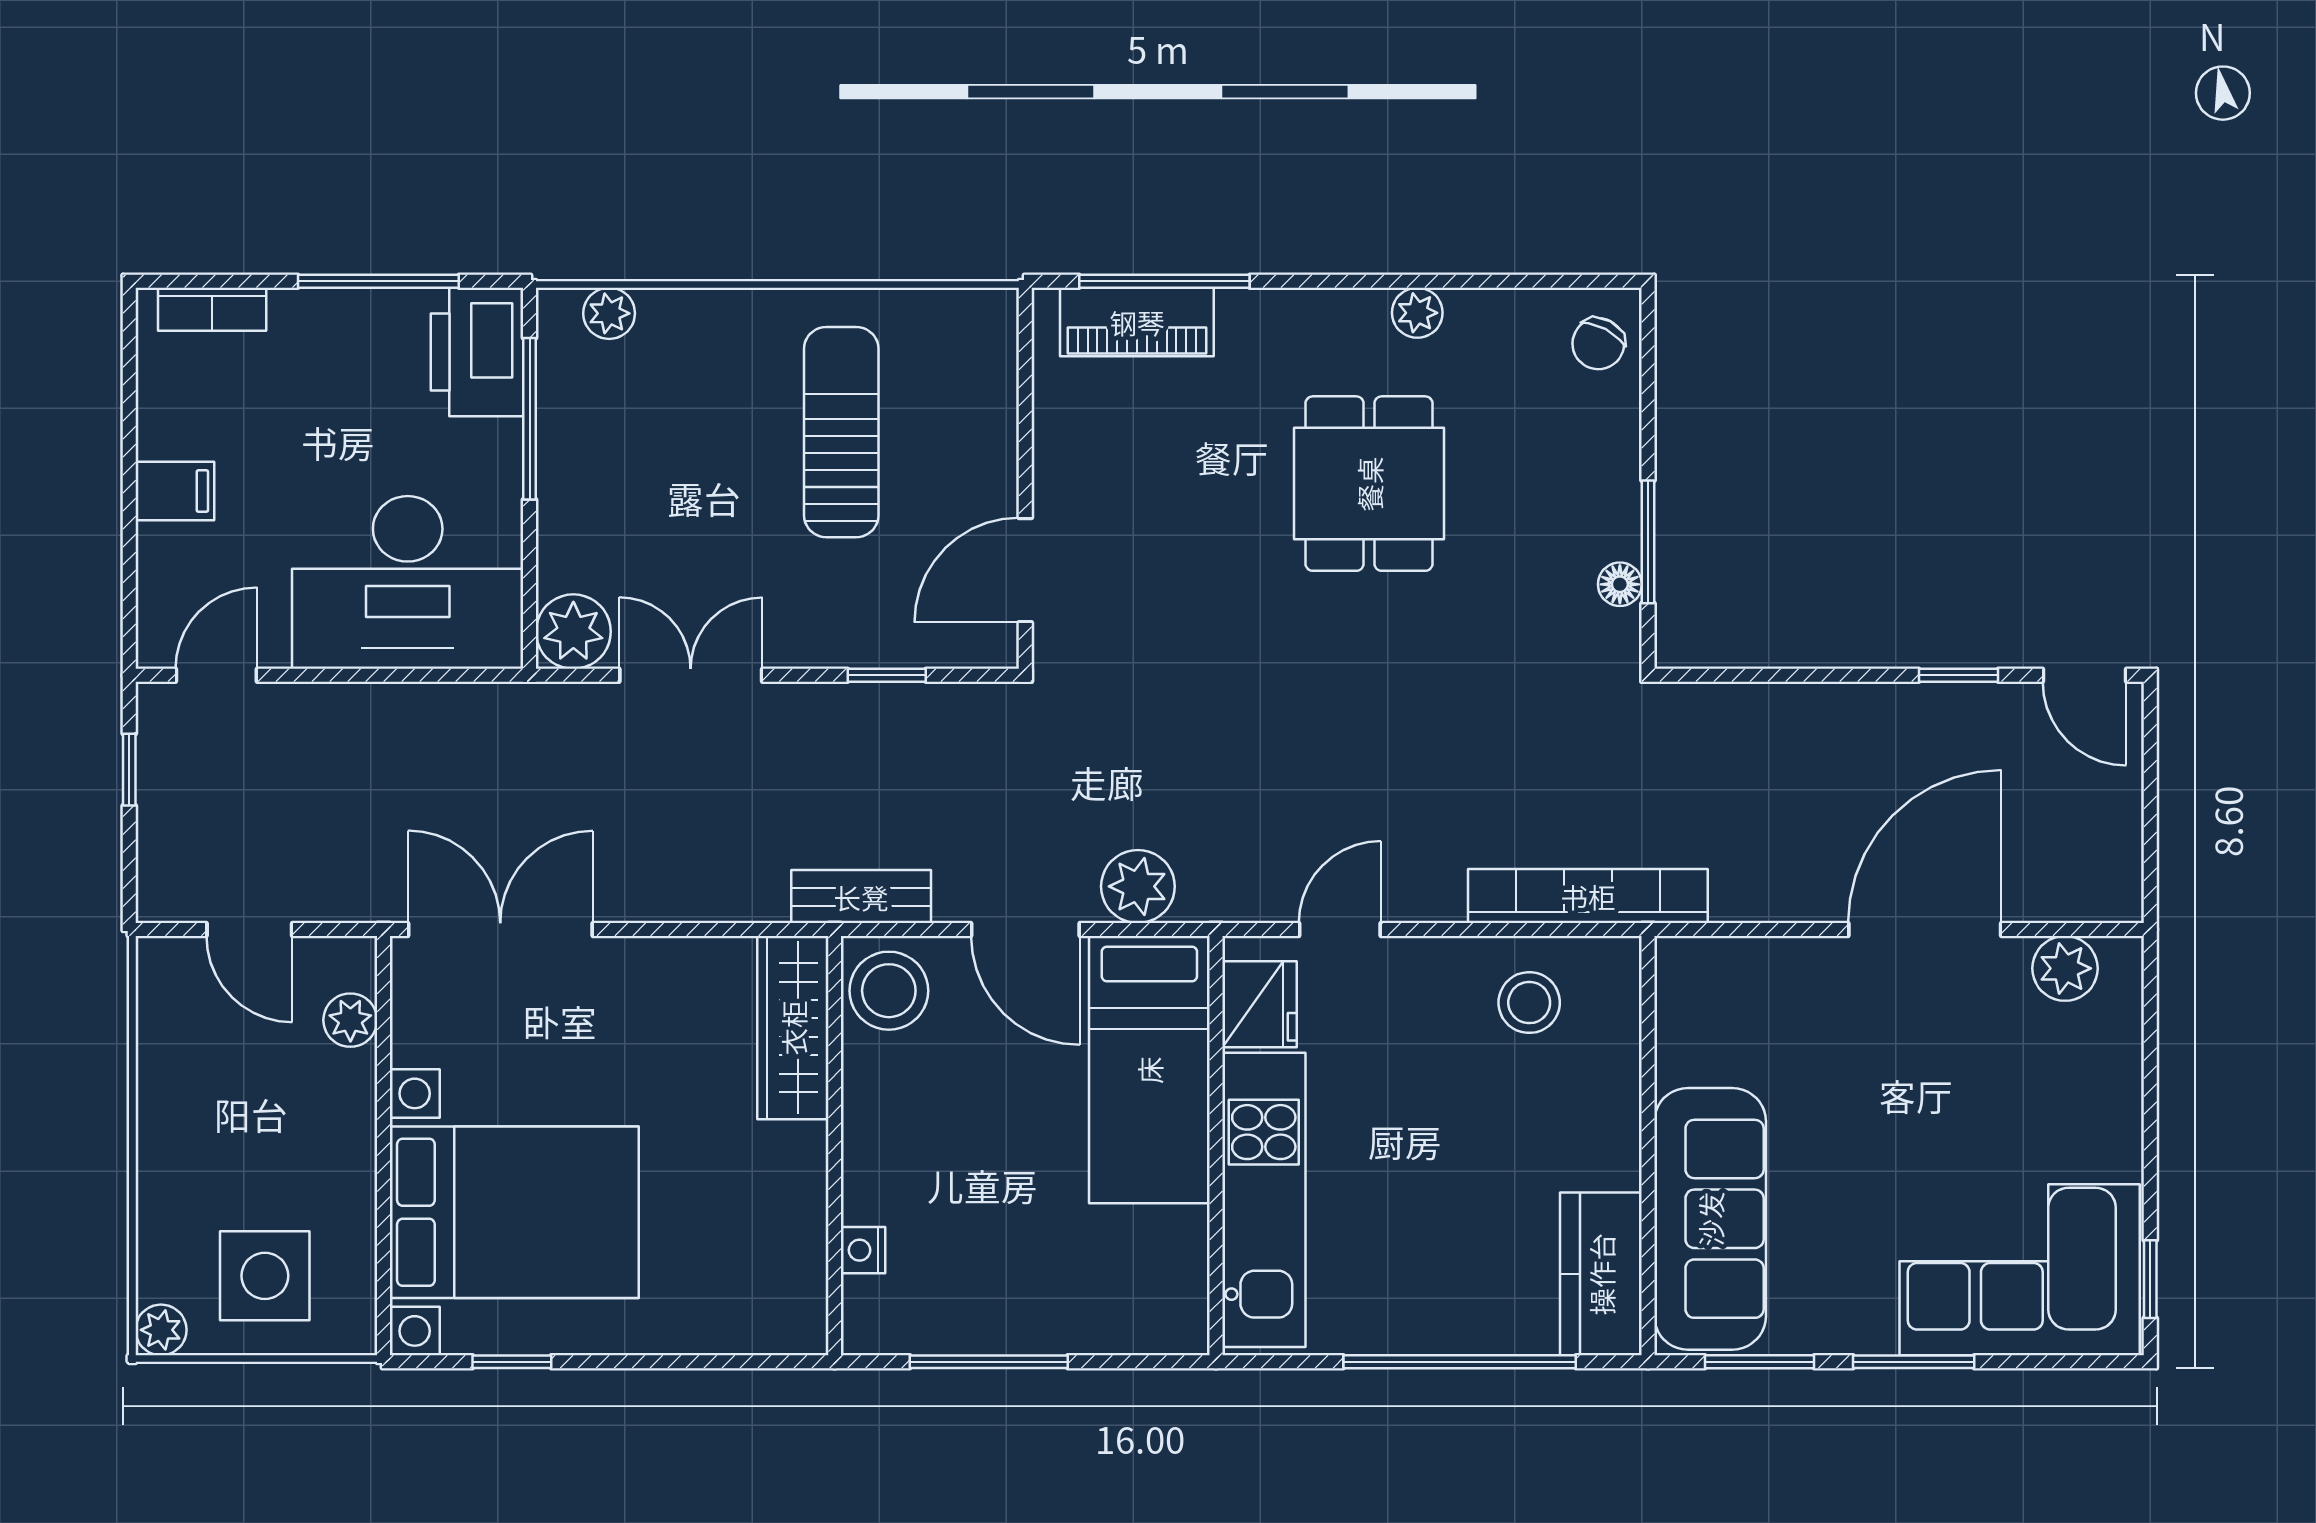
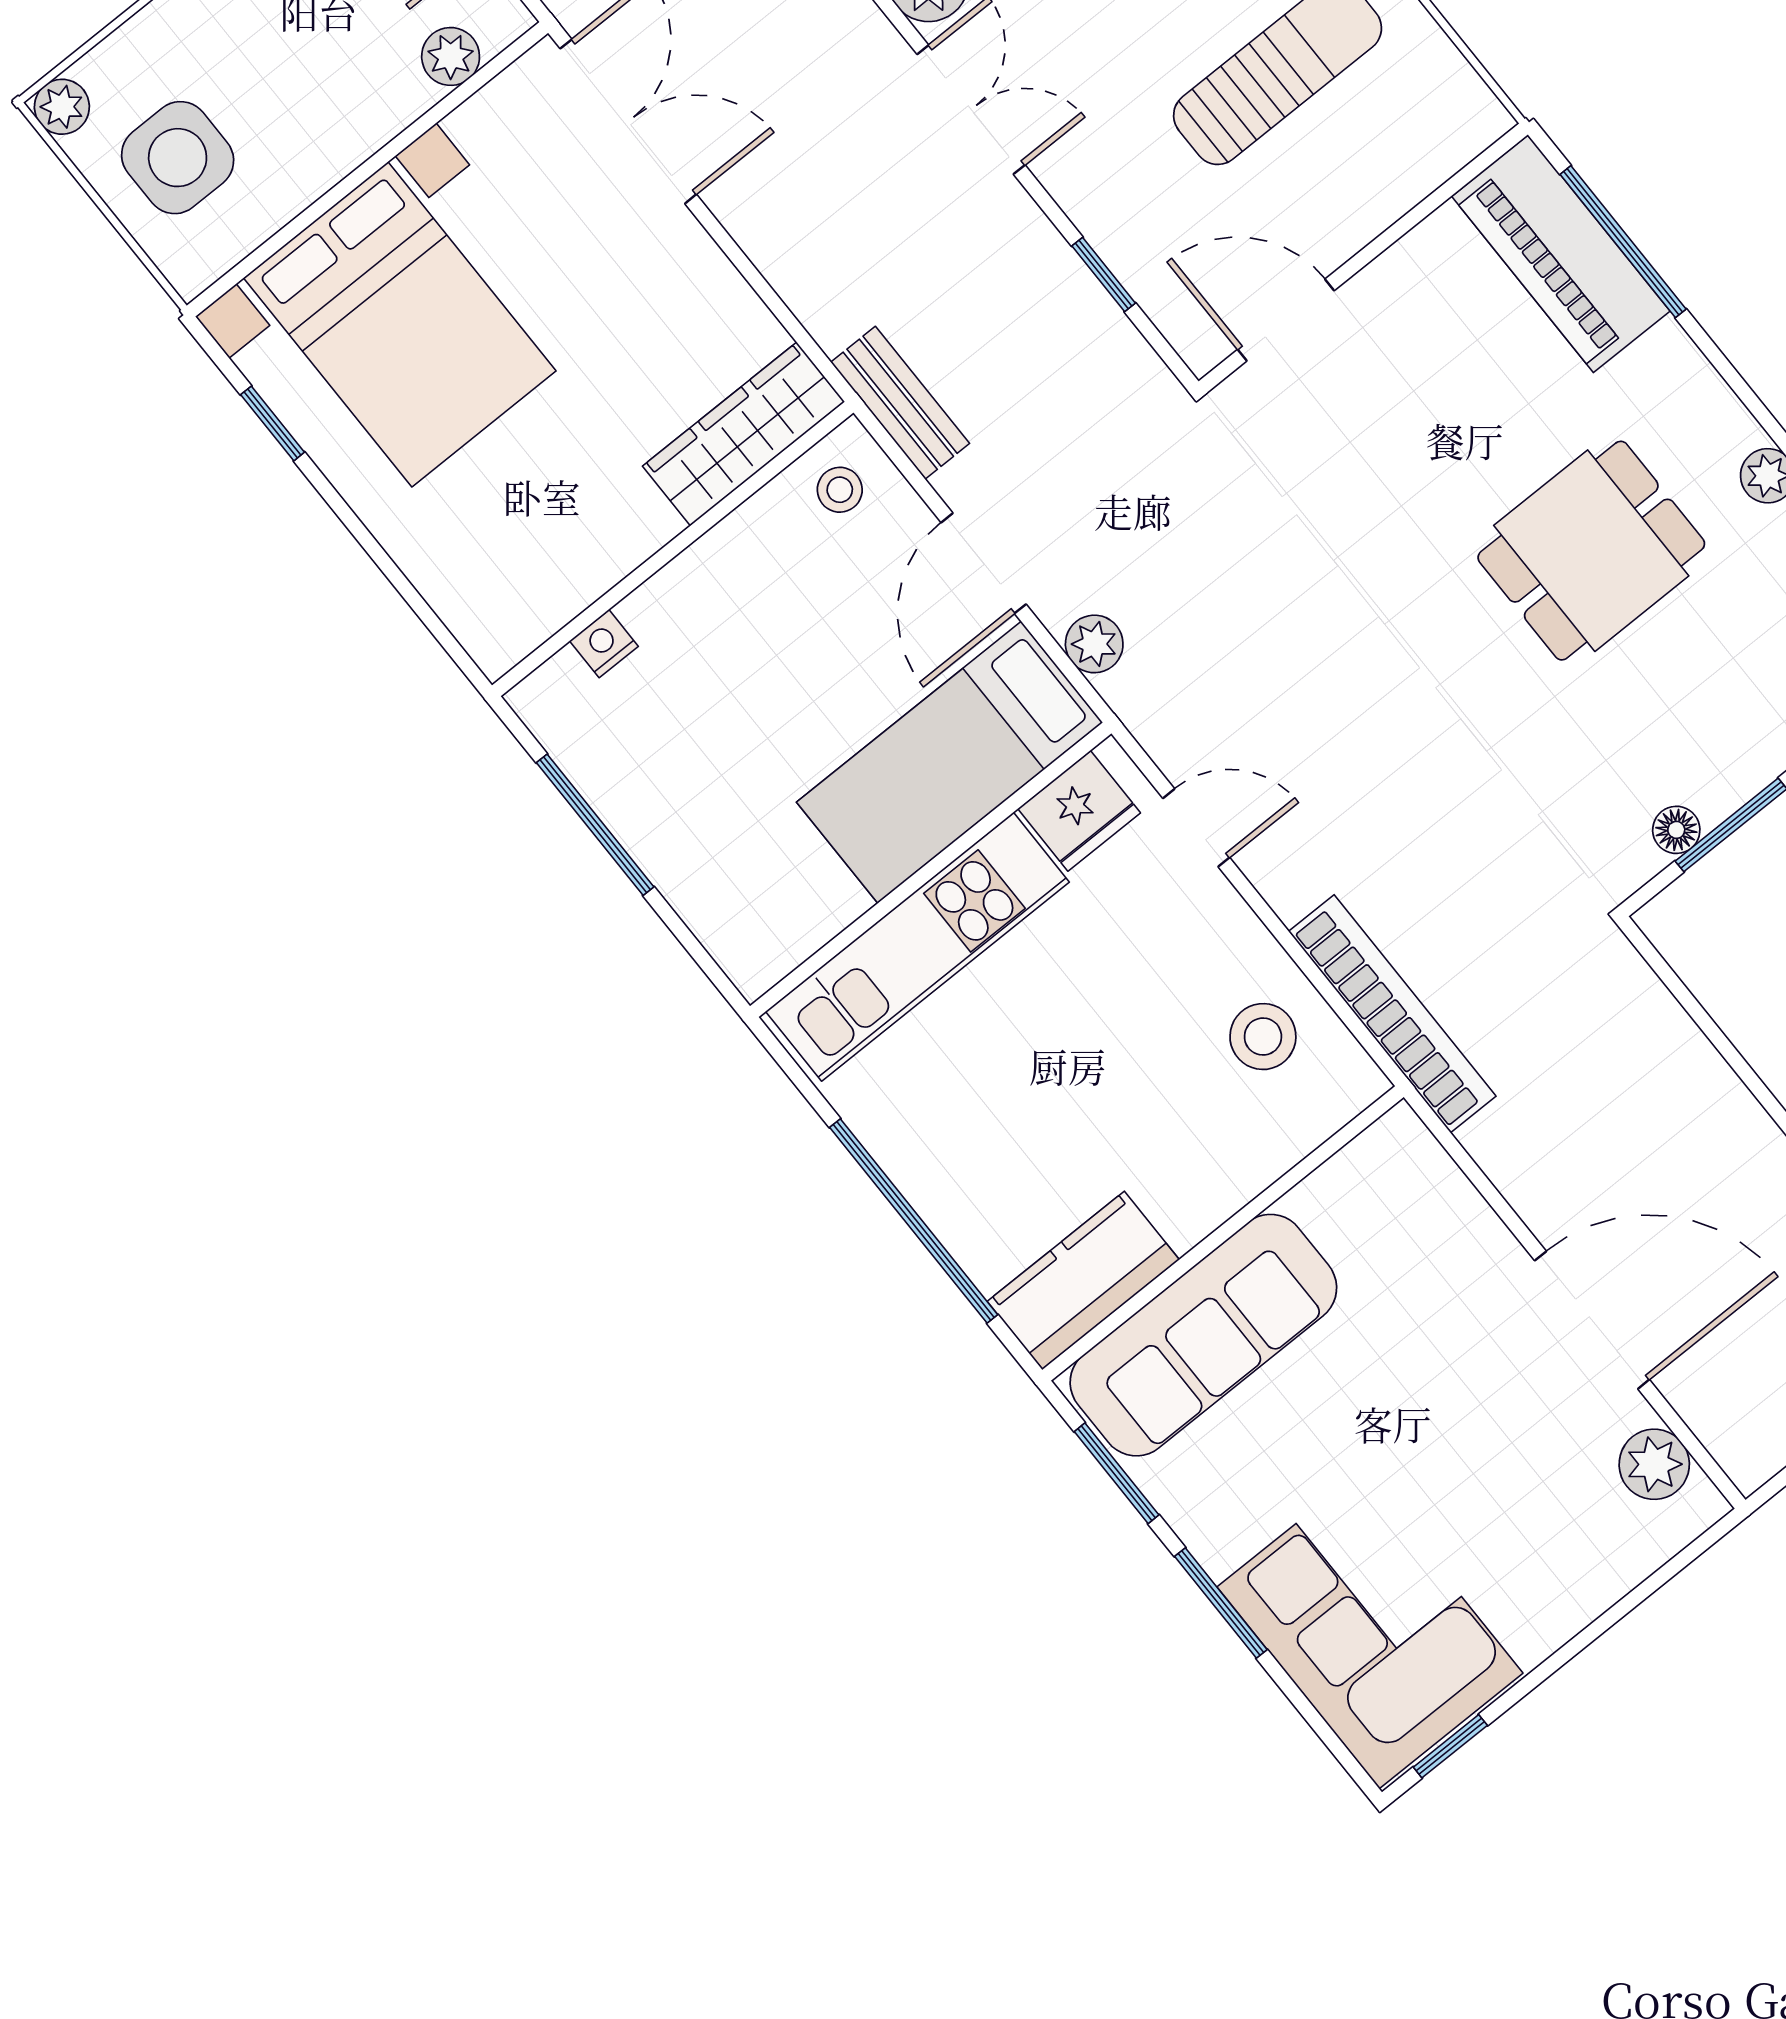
piano: (1137, 322) -> (1561, 254), width x1.37, depth x1.33
plant: (1138, 886) -> (1094, 644), width x0.73, depth x0.73
stool: (889, 991) -> (840, 490), width x0.53, depth x0.53

